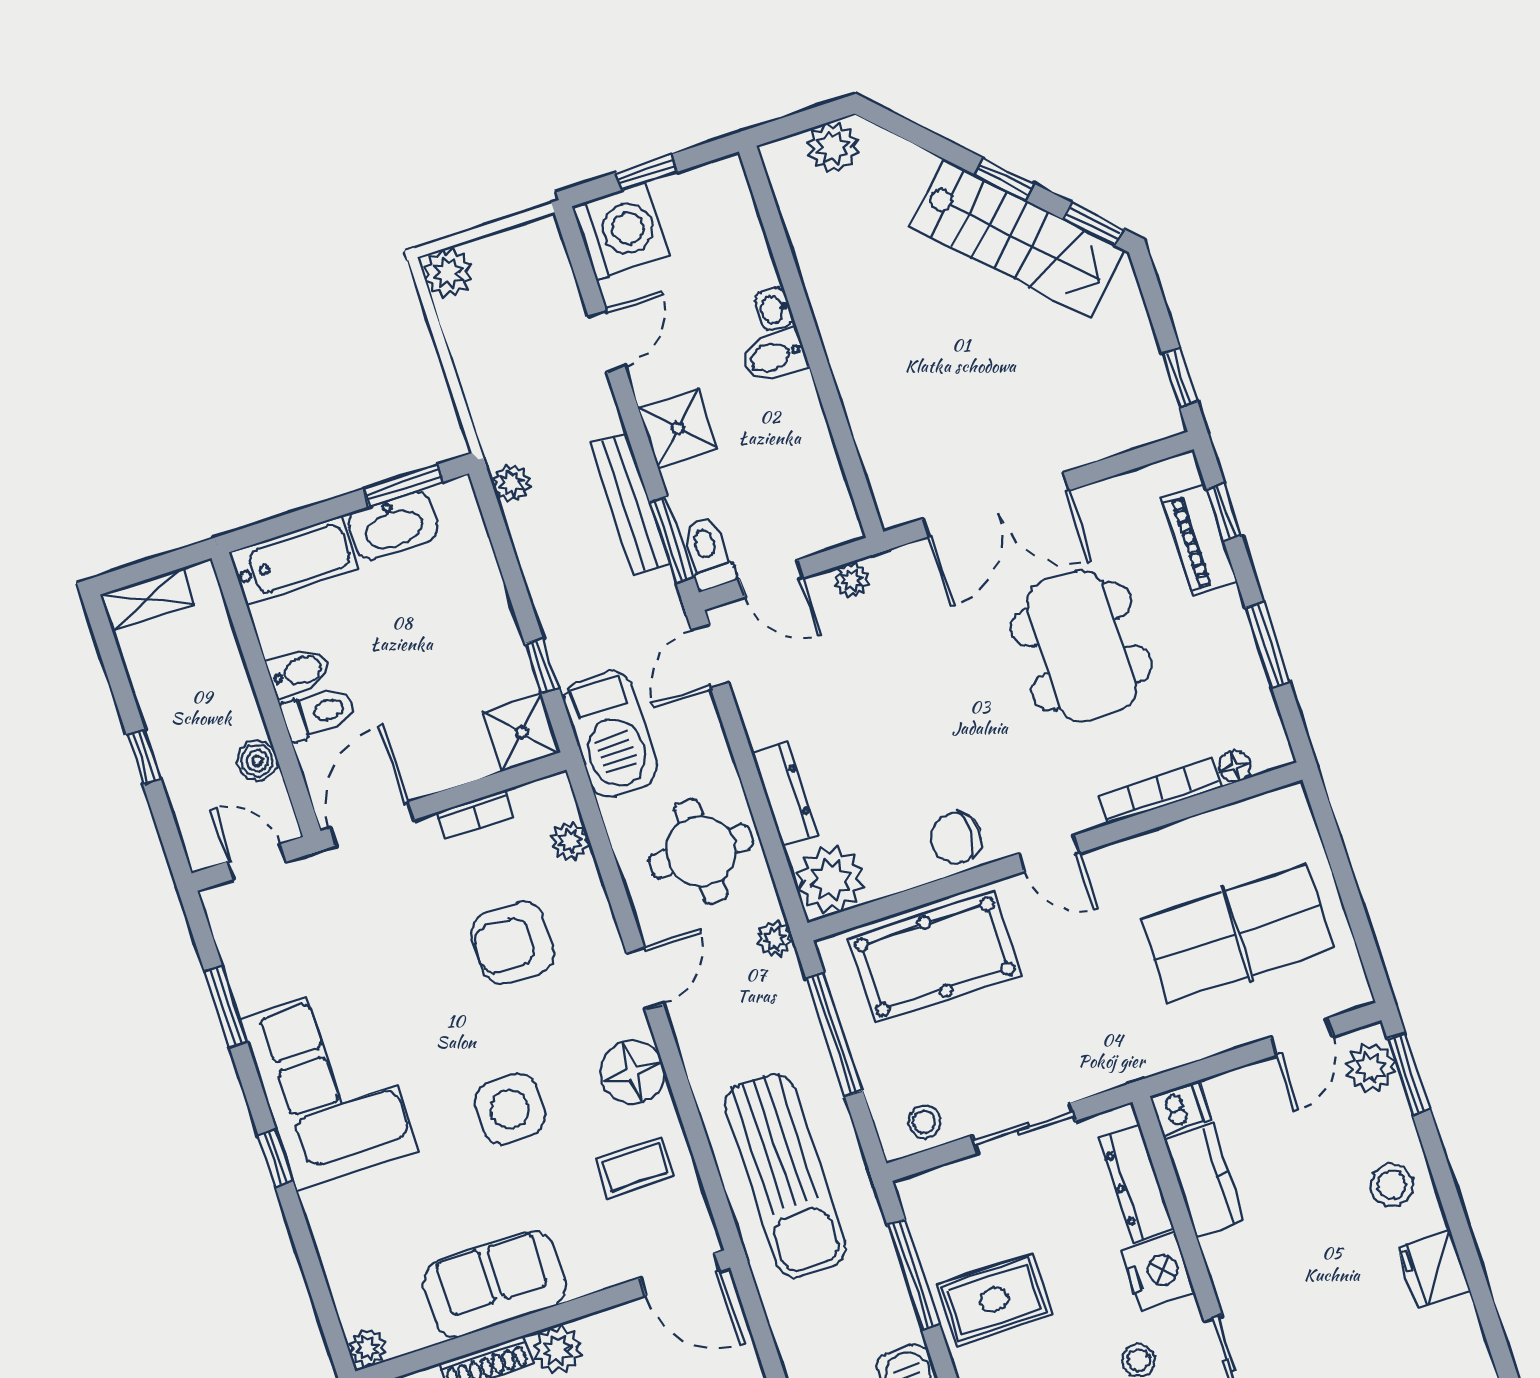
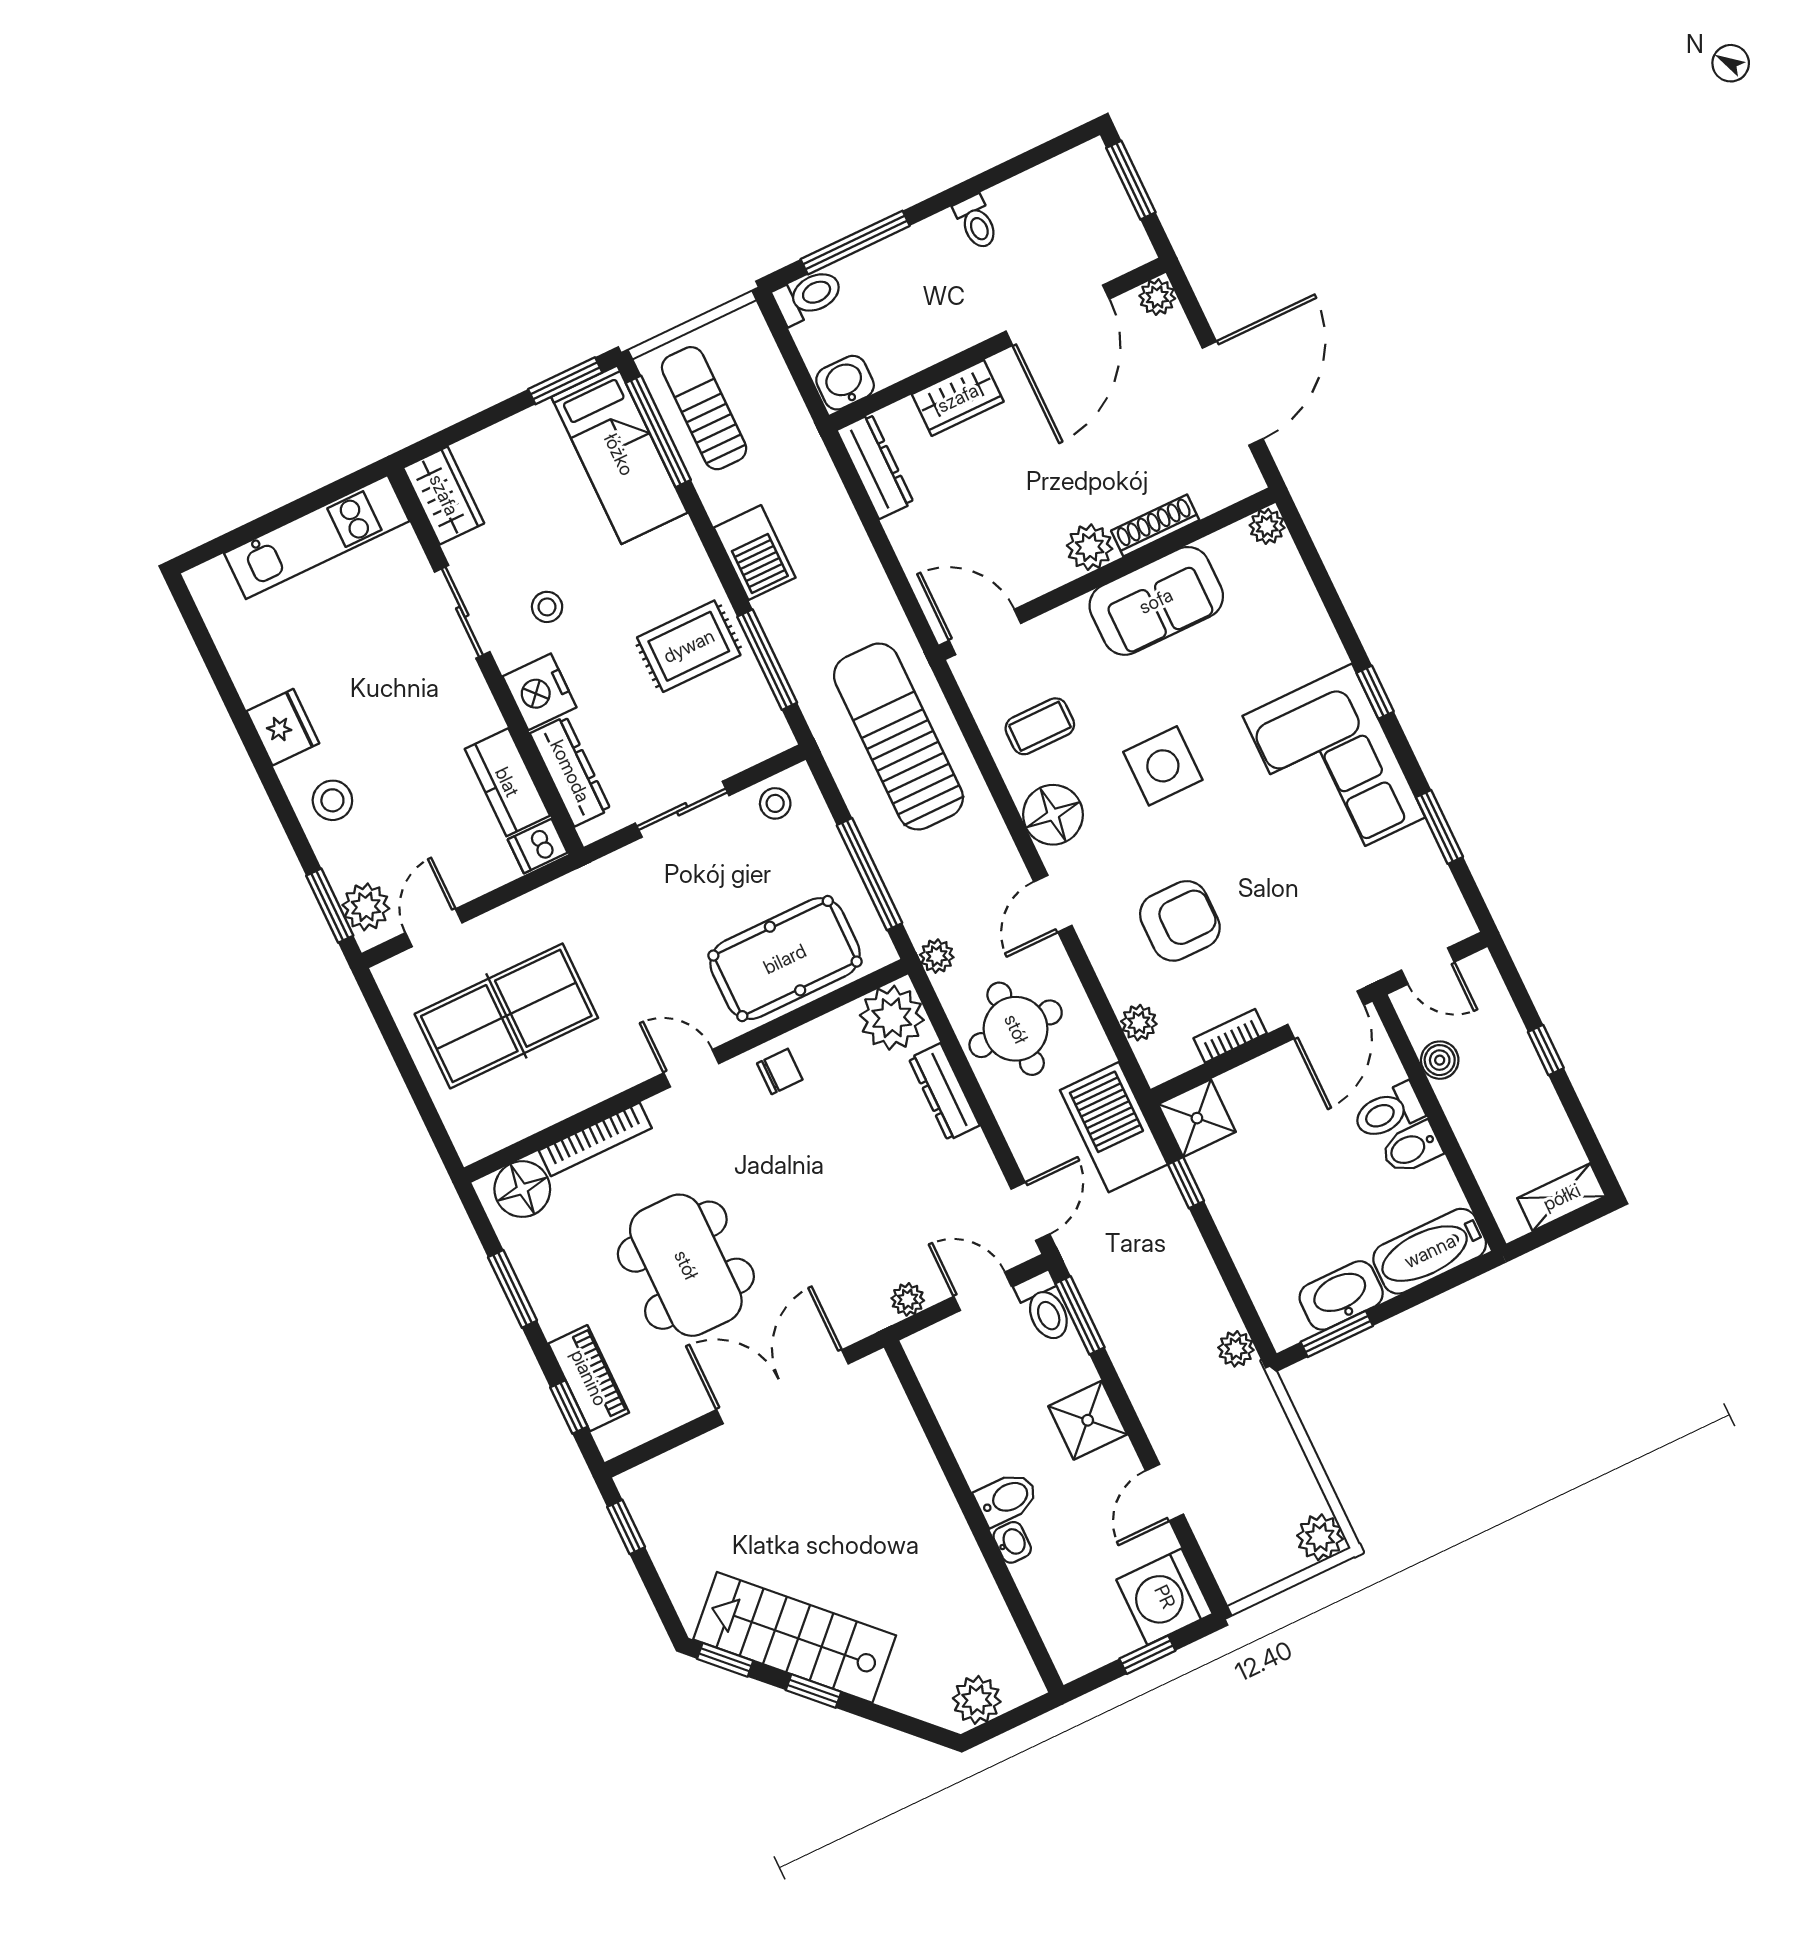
bench: (630, 503) -> (1123, 1345), removed
floor lamp: (1235, 766) -> (522, 1189), width x1.89, depth x1.89
chair: (956, 838) -> (780, 1071), width x0.73, depth x0.73

